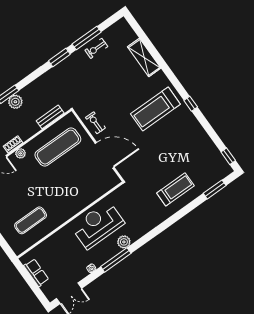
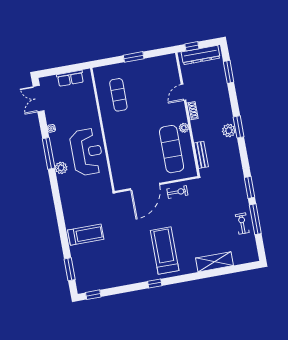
plant: (21, 153) -> (184, 128), moved
treadmill: (175, 189) -> (86, 235), turned -90

